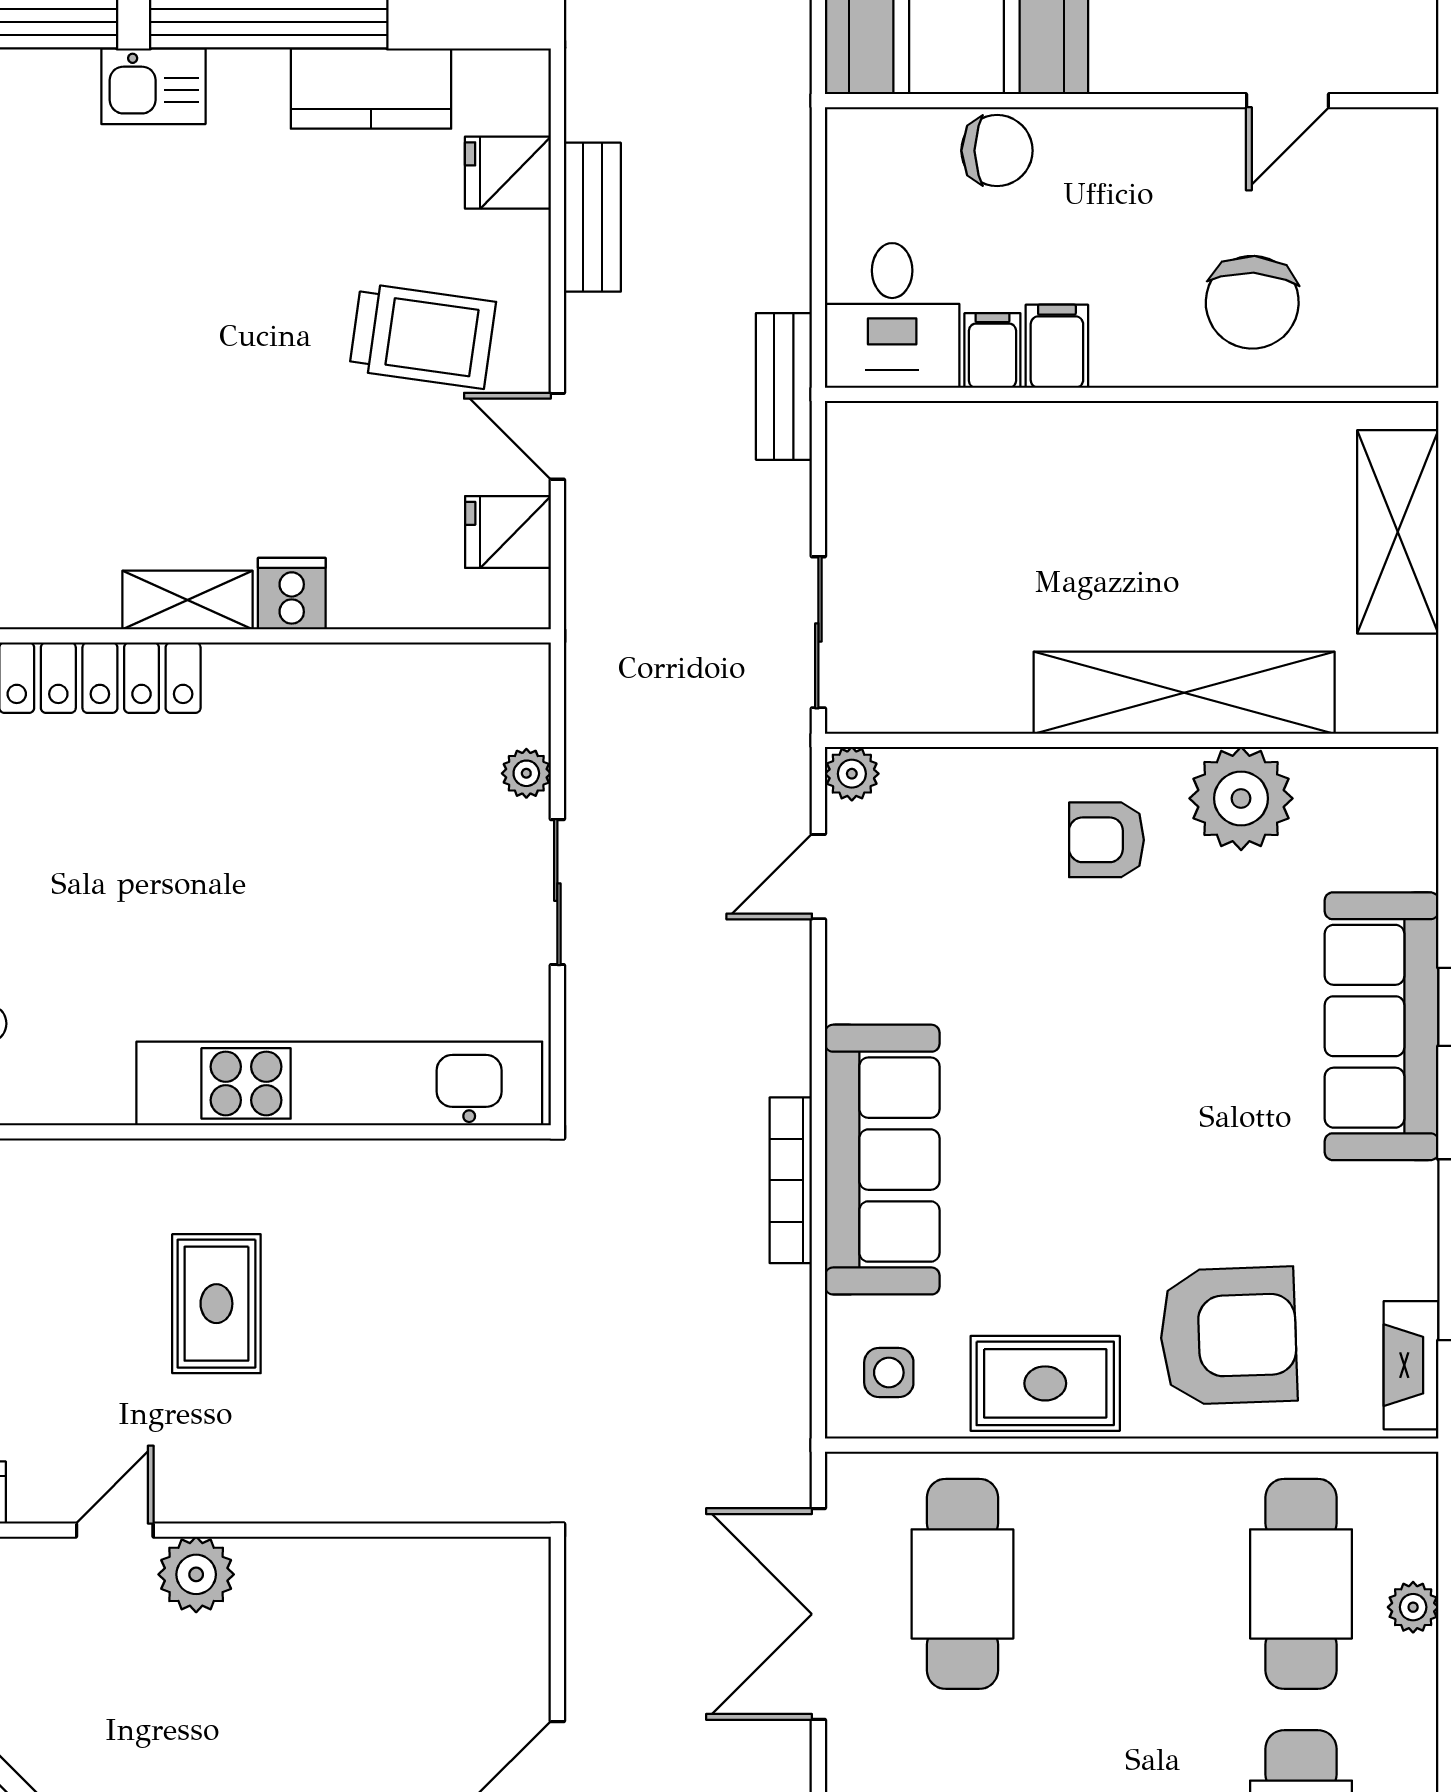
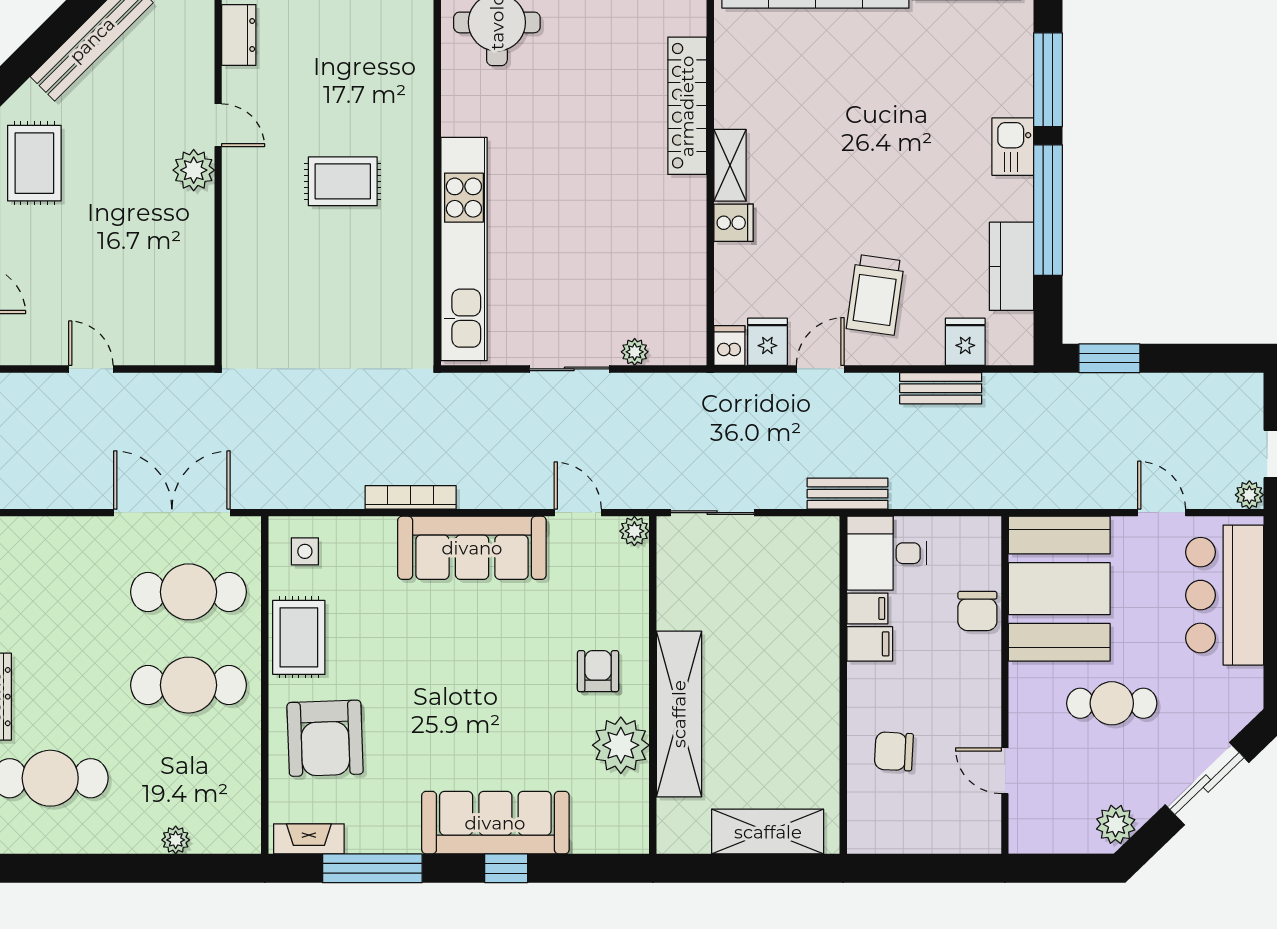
chair: (1252, 302) -> (894, 751), width x0.73, depth x0.73
dishwasher: (515, 601) -> (729, 345), added
sofa: (882, 1160) -> (472, 548), moved
cafe table: (1301, 1584) -> (188, 685), moved

